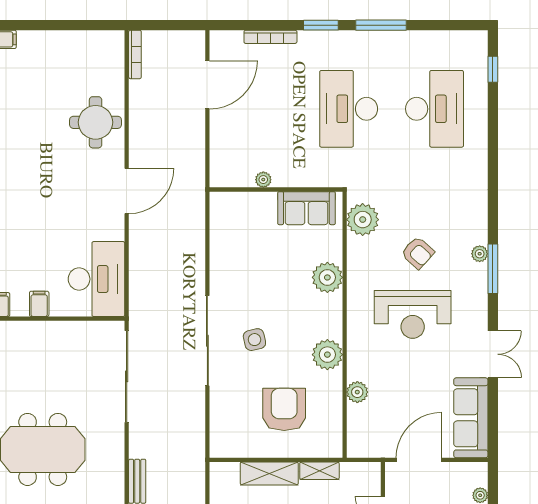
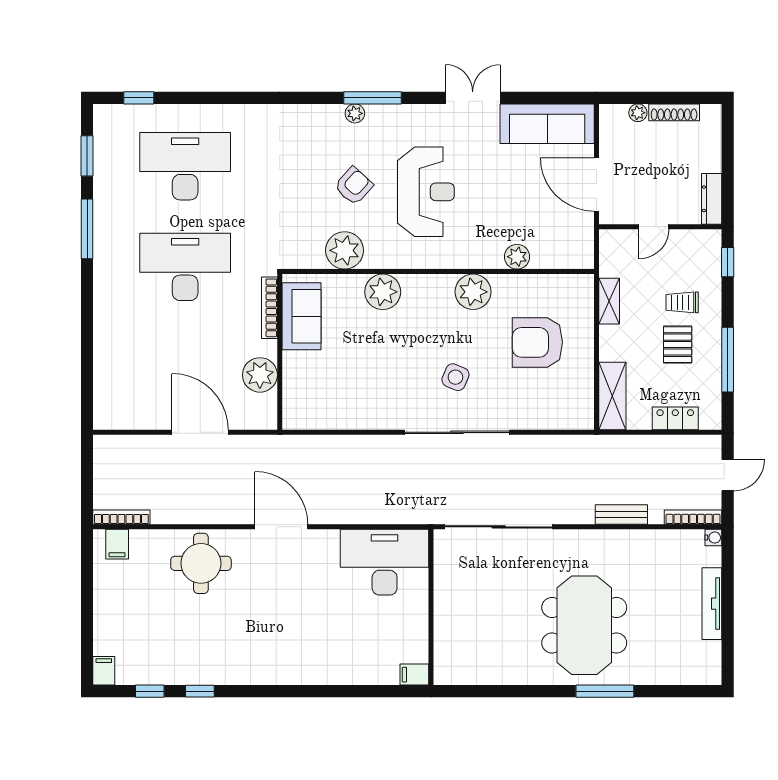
window: (321, 25) -> (87, 156), moved
bookcase: (270, 37) -> (269, 308), moved, turned 180
door: (207, 85) -> (200, 432), moved
desk: (349, 109) -> (185, 267), turned 180
plant: (263, 180) -> (260, 375), width x1.87, depth x1.87
plant: (363, 220) -> (345, 250), moved
filing cabinet: (39, 304) -> (117, 544), moved, turned -90
side table: (254, 340) -> (455, 377), turned 36
shelving: (269, 473) -> (612, 396), moved

